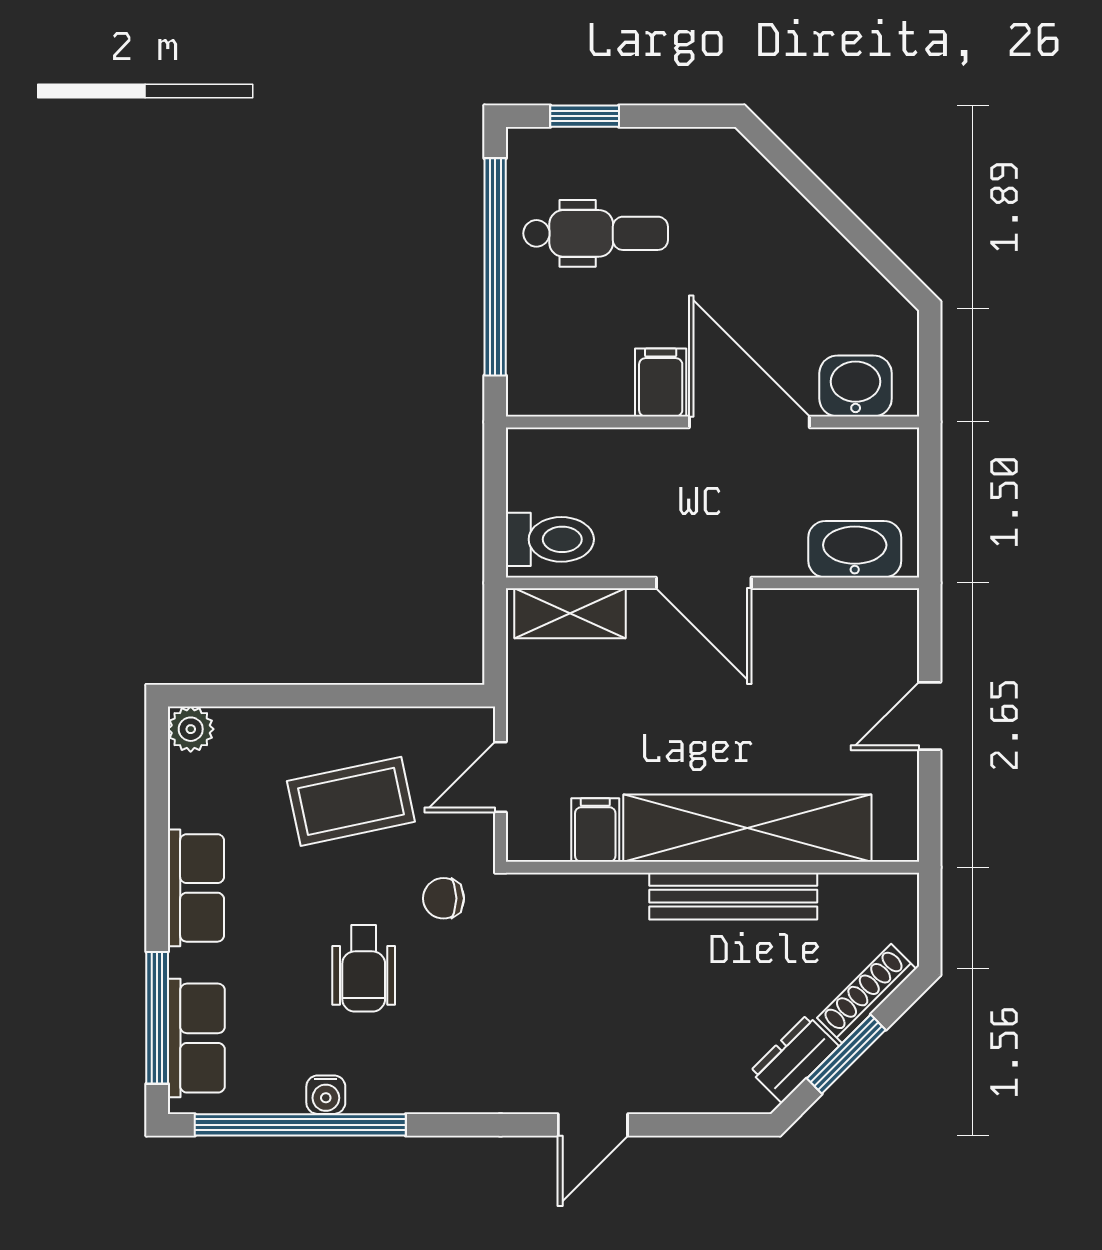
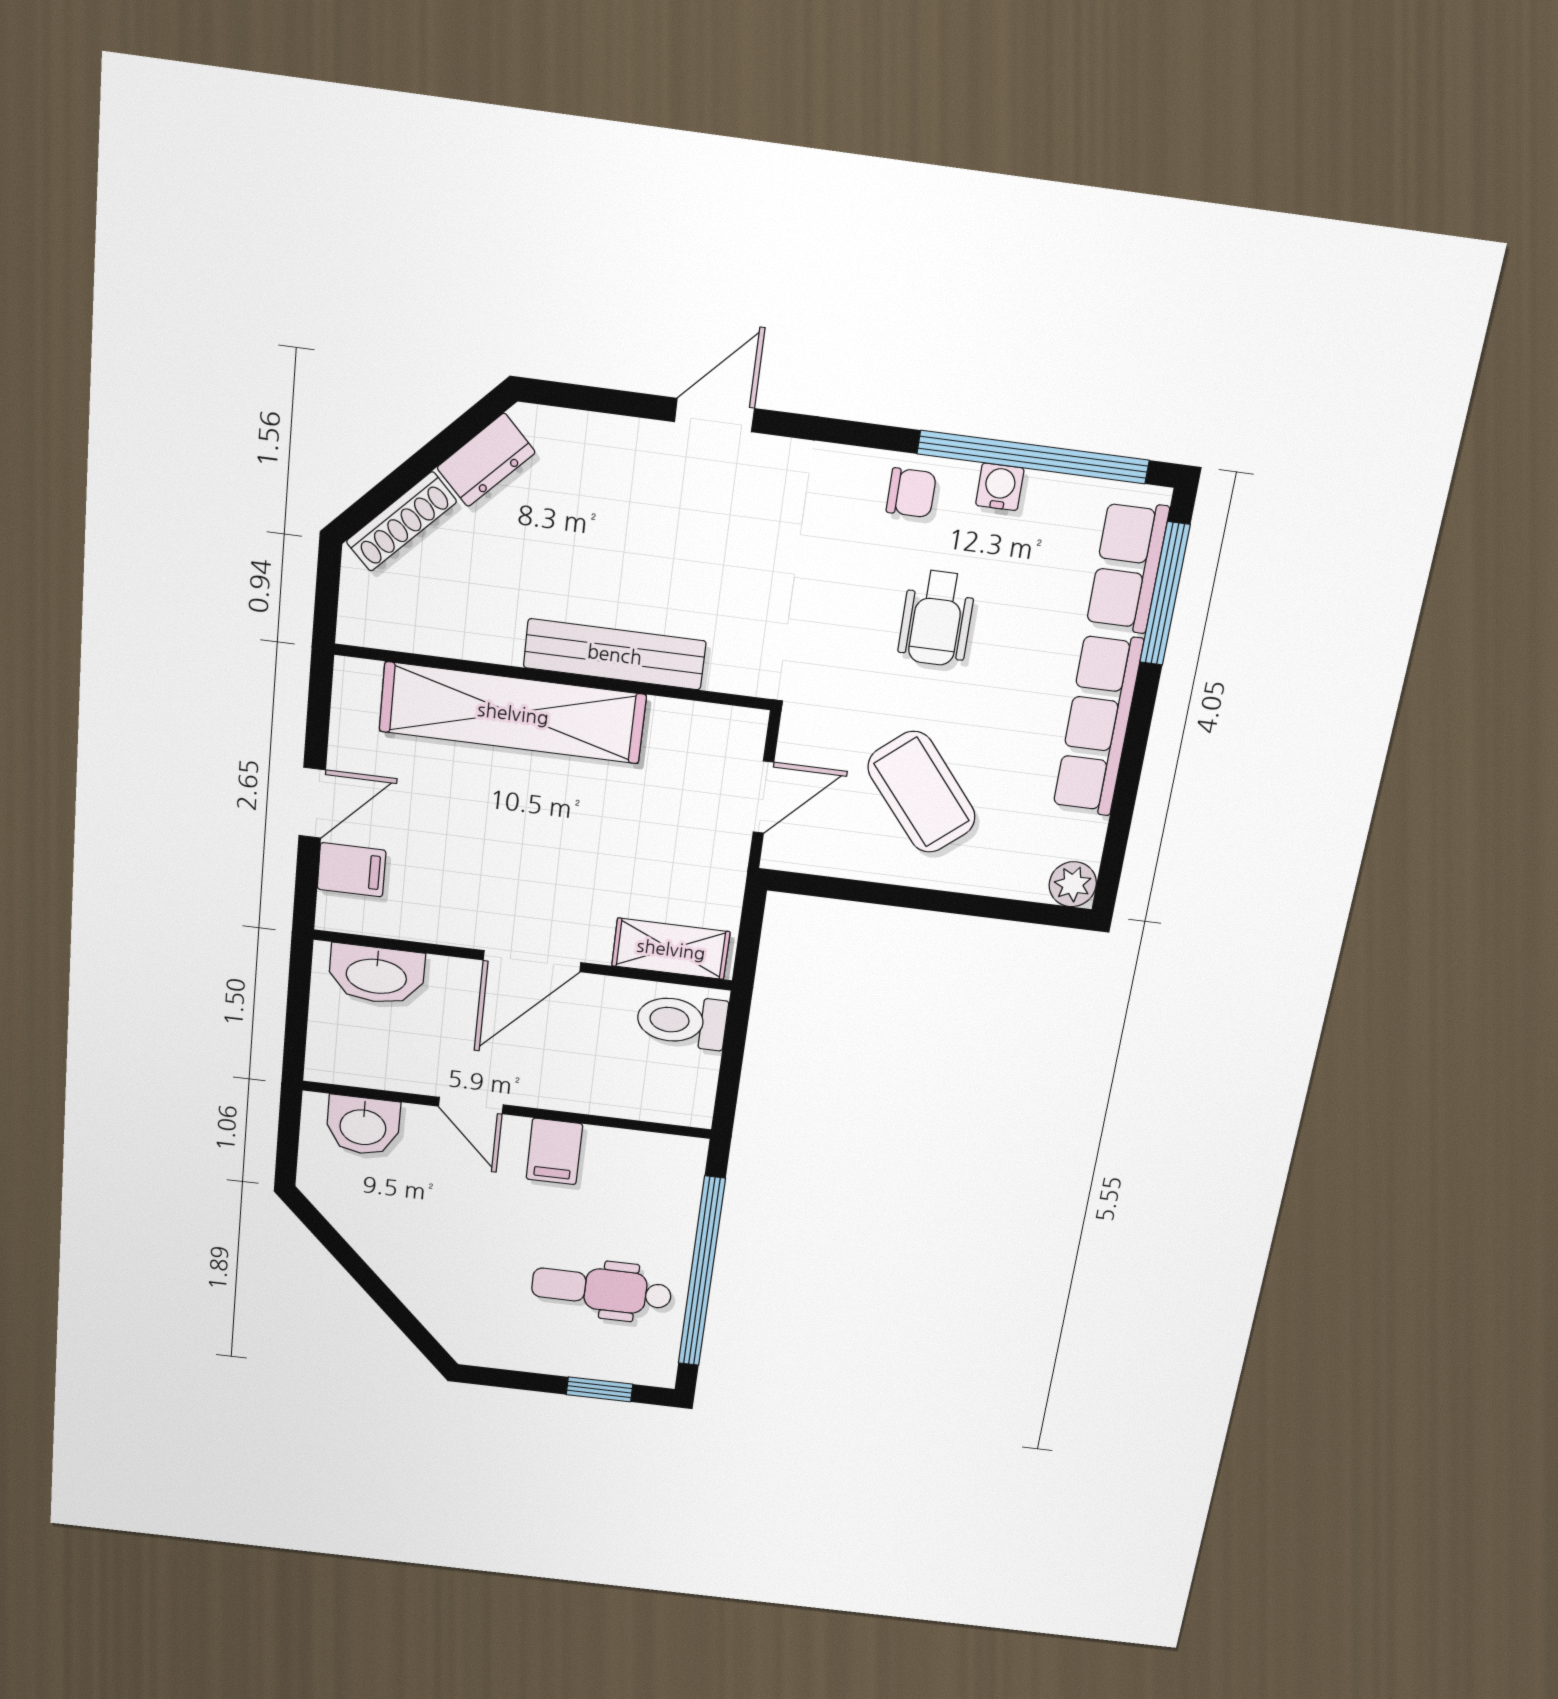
door: (749, 422) -> (471, 1106), width x0.53
door: (704, 583) -> (532, 961), swing flipped
coffee table: (351, 801) -> (922, 792), turned 62
filing cabinet: (595, 830) -> (352, 870), moved, turned -90
row of seats: (196, 888) -> (1098, 724), width x1.48
bench: (733, 896) -> (615, 654), moved
chair: (443, 898) -> (911, 493), moved
wheelchair: (364, 968) -> (937, 618), turned 180
window: (846, 1054) -> (429, 458), removed

